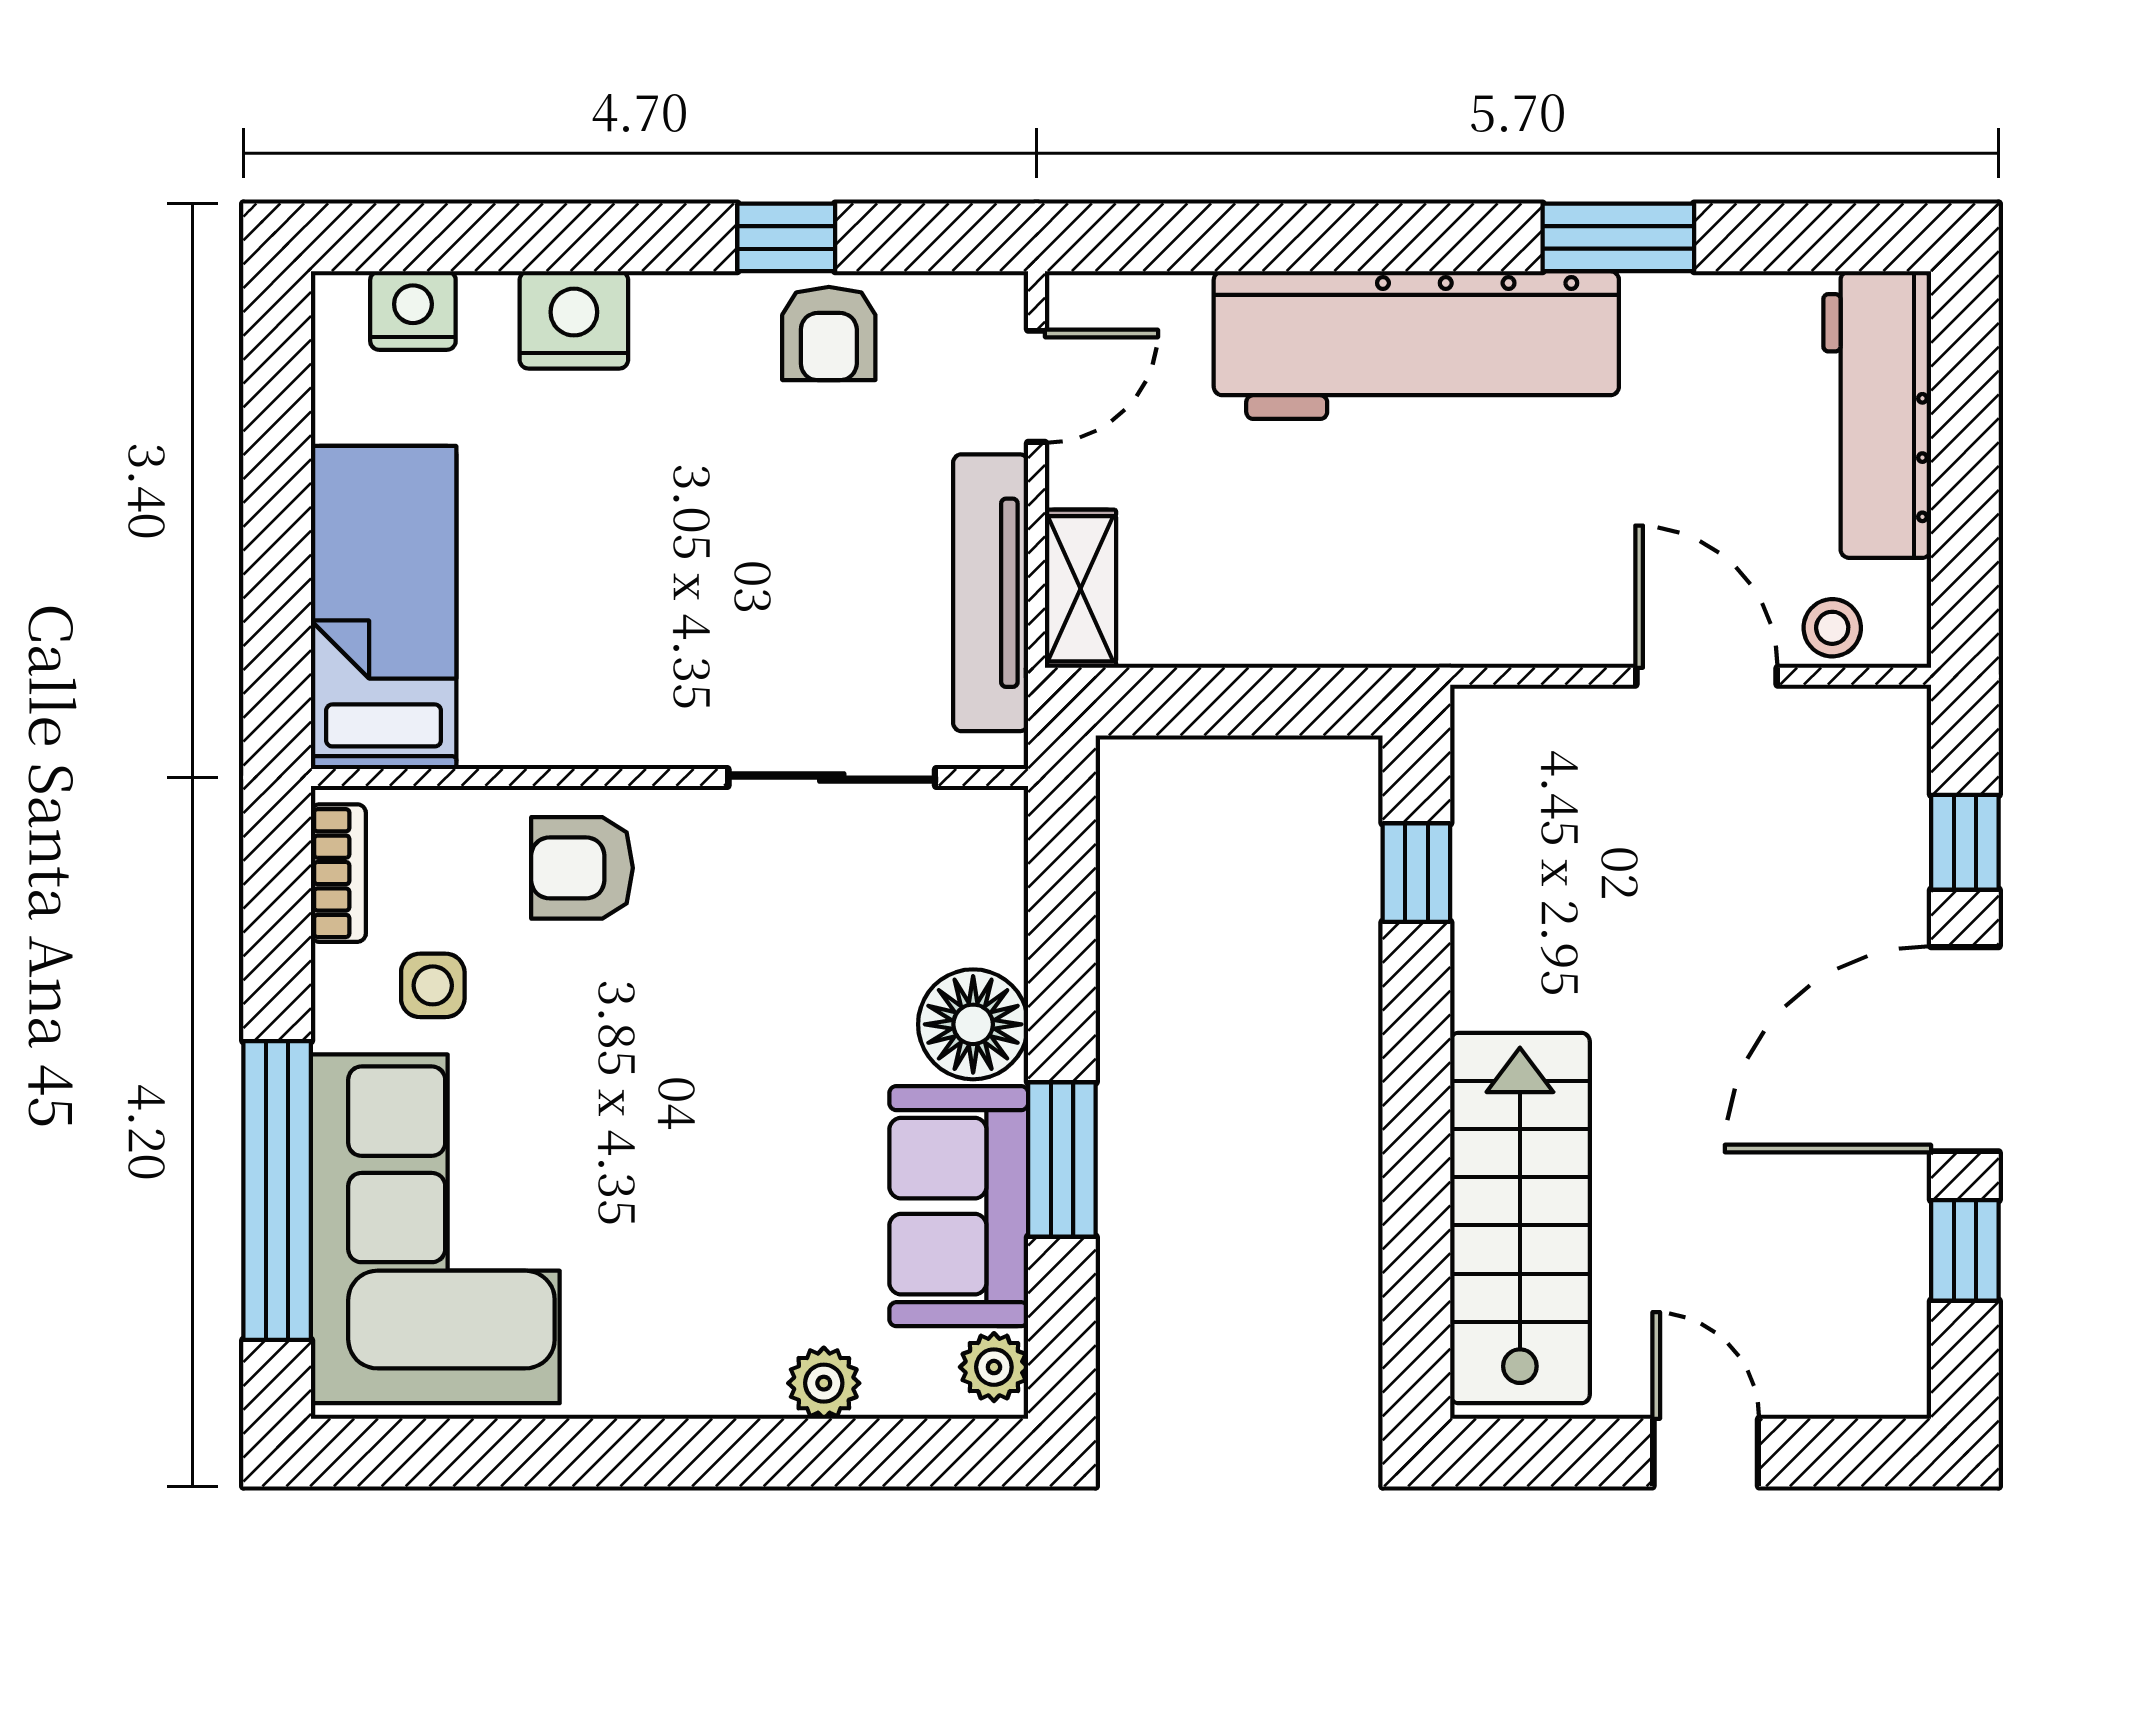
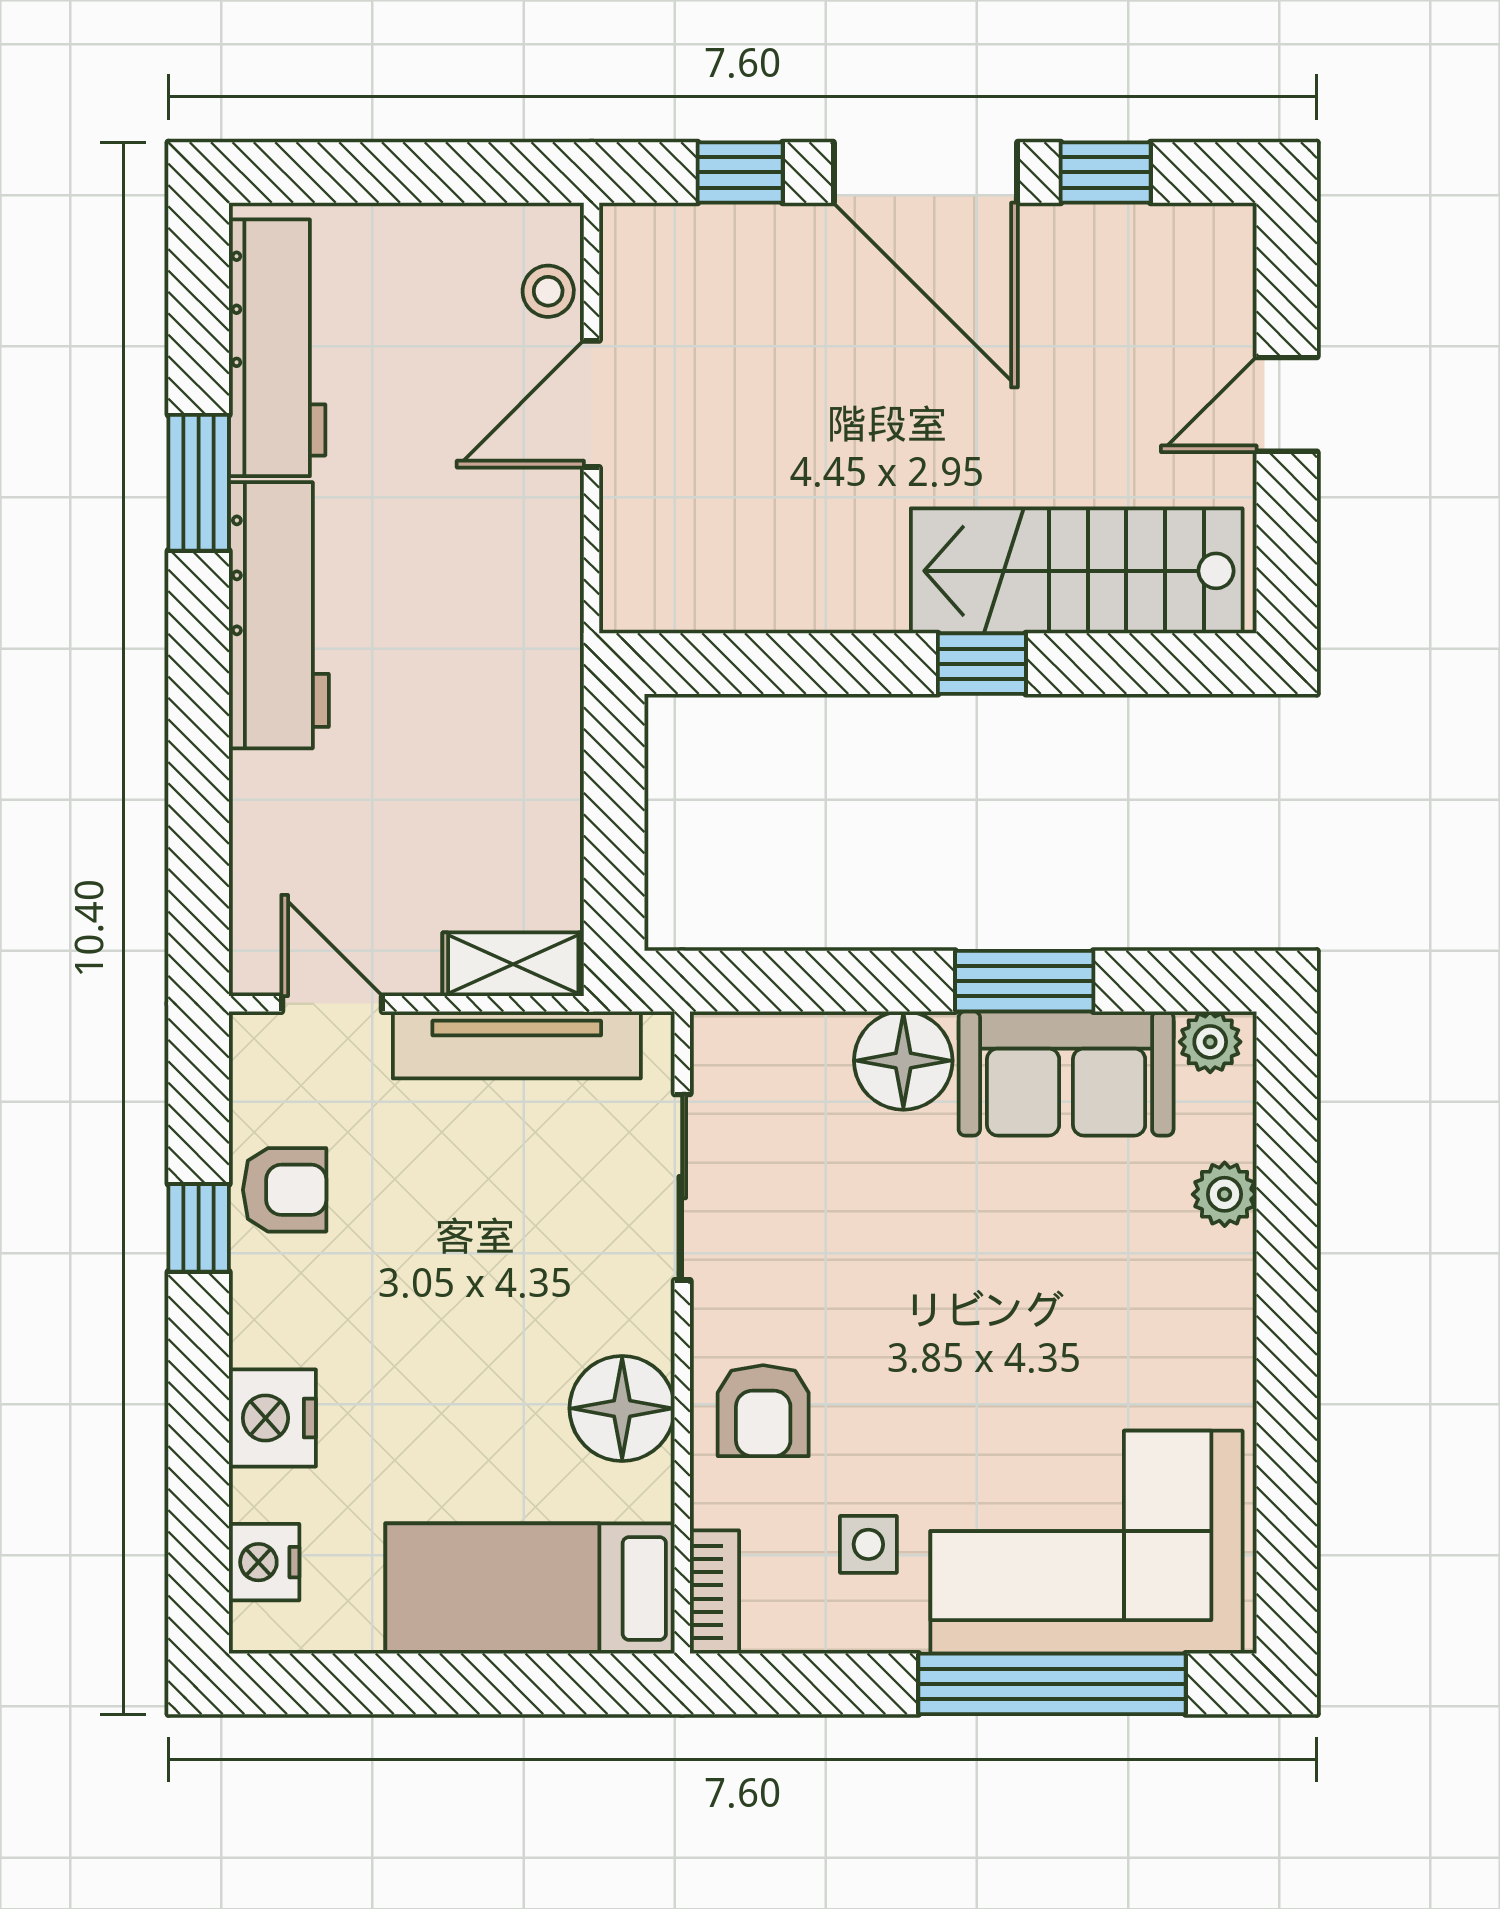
workbench: (1416, 345) -> (279, 615), width x0.73, depth x0.76
workbench: (1877, 415) -> (277, 348), moved, turned -90
floor lamp: (585, 710) -> (622, 1408), added
bookcase: (338, 873) -> (714, 1592), moved, turned 90
window: (1416, 873) -> (982, 664), moved

